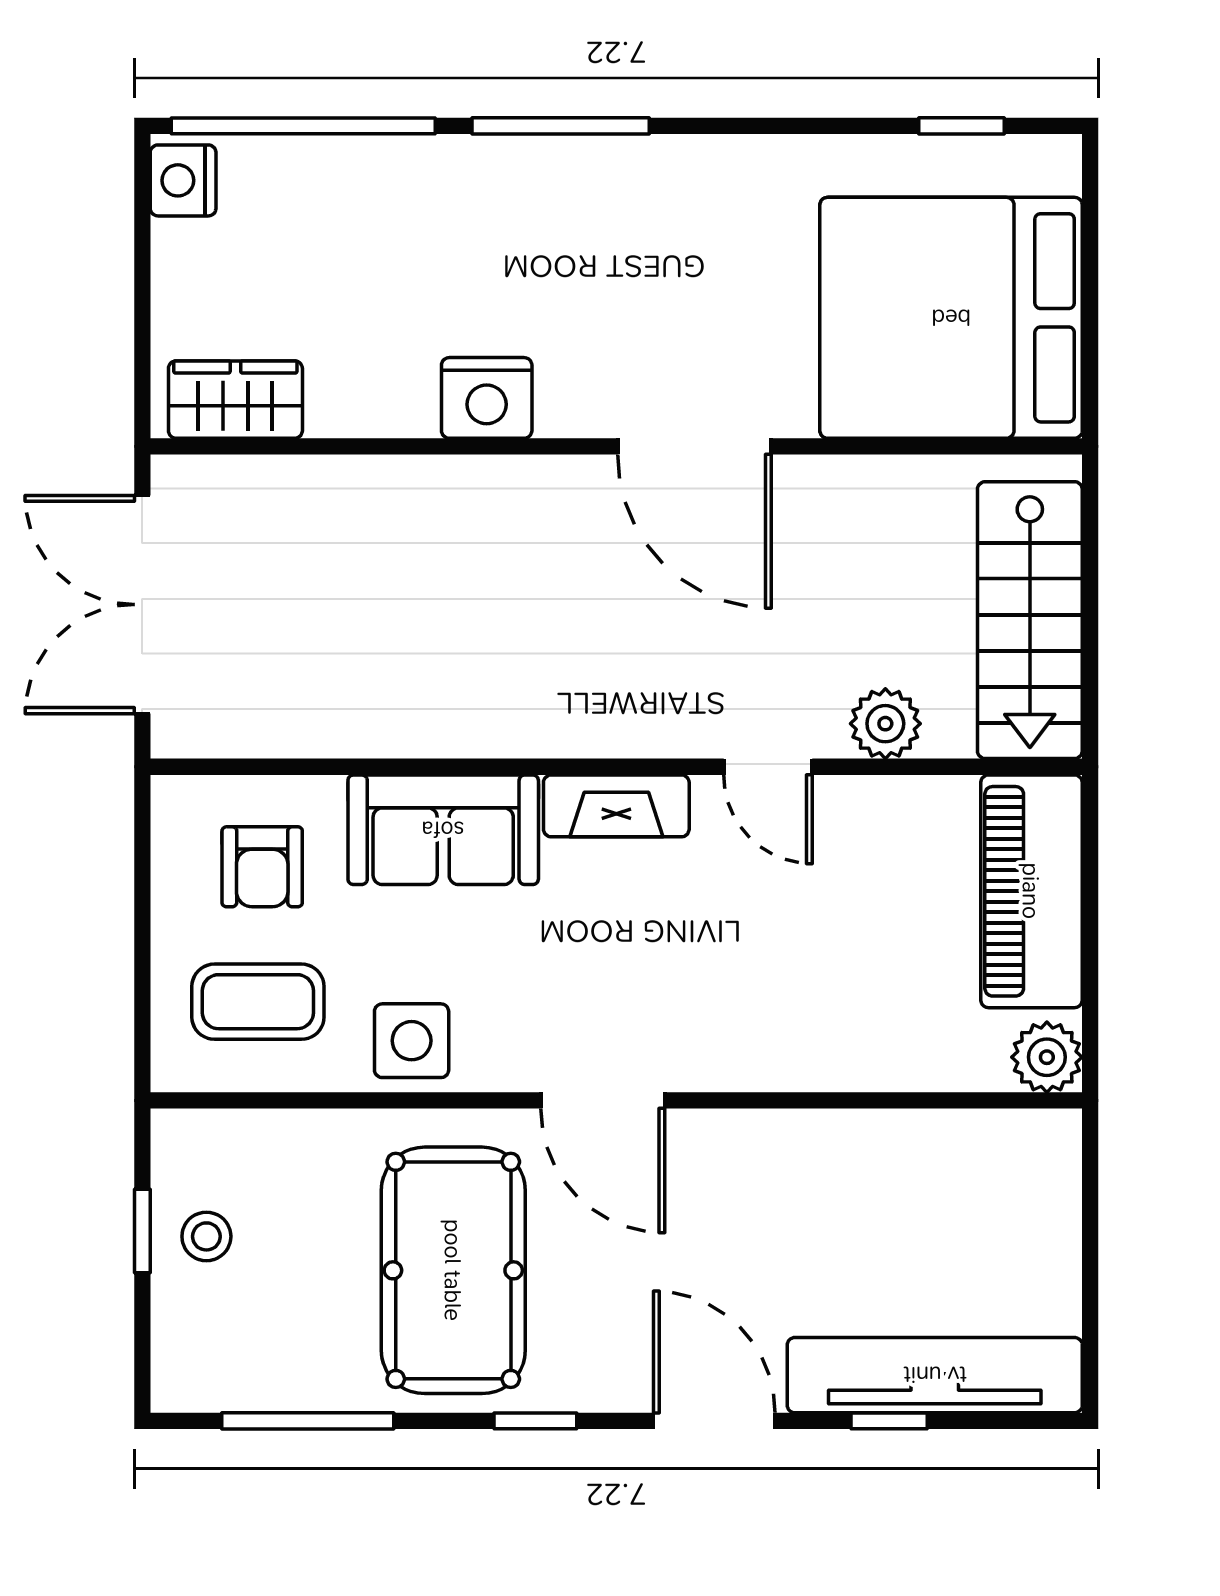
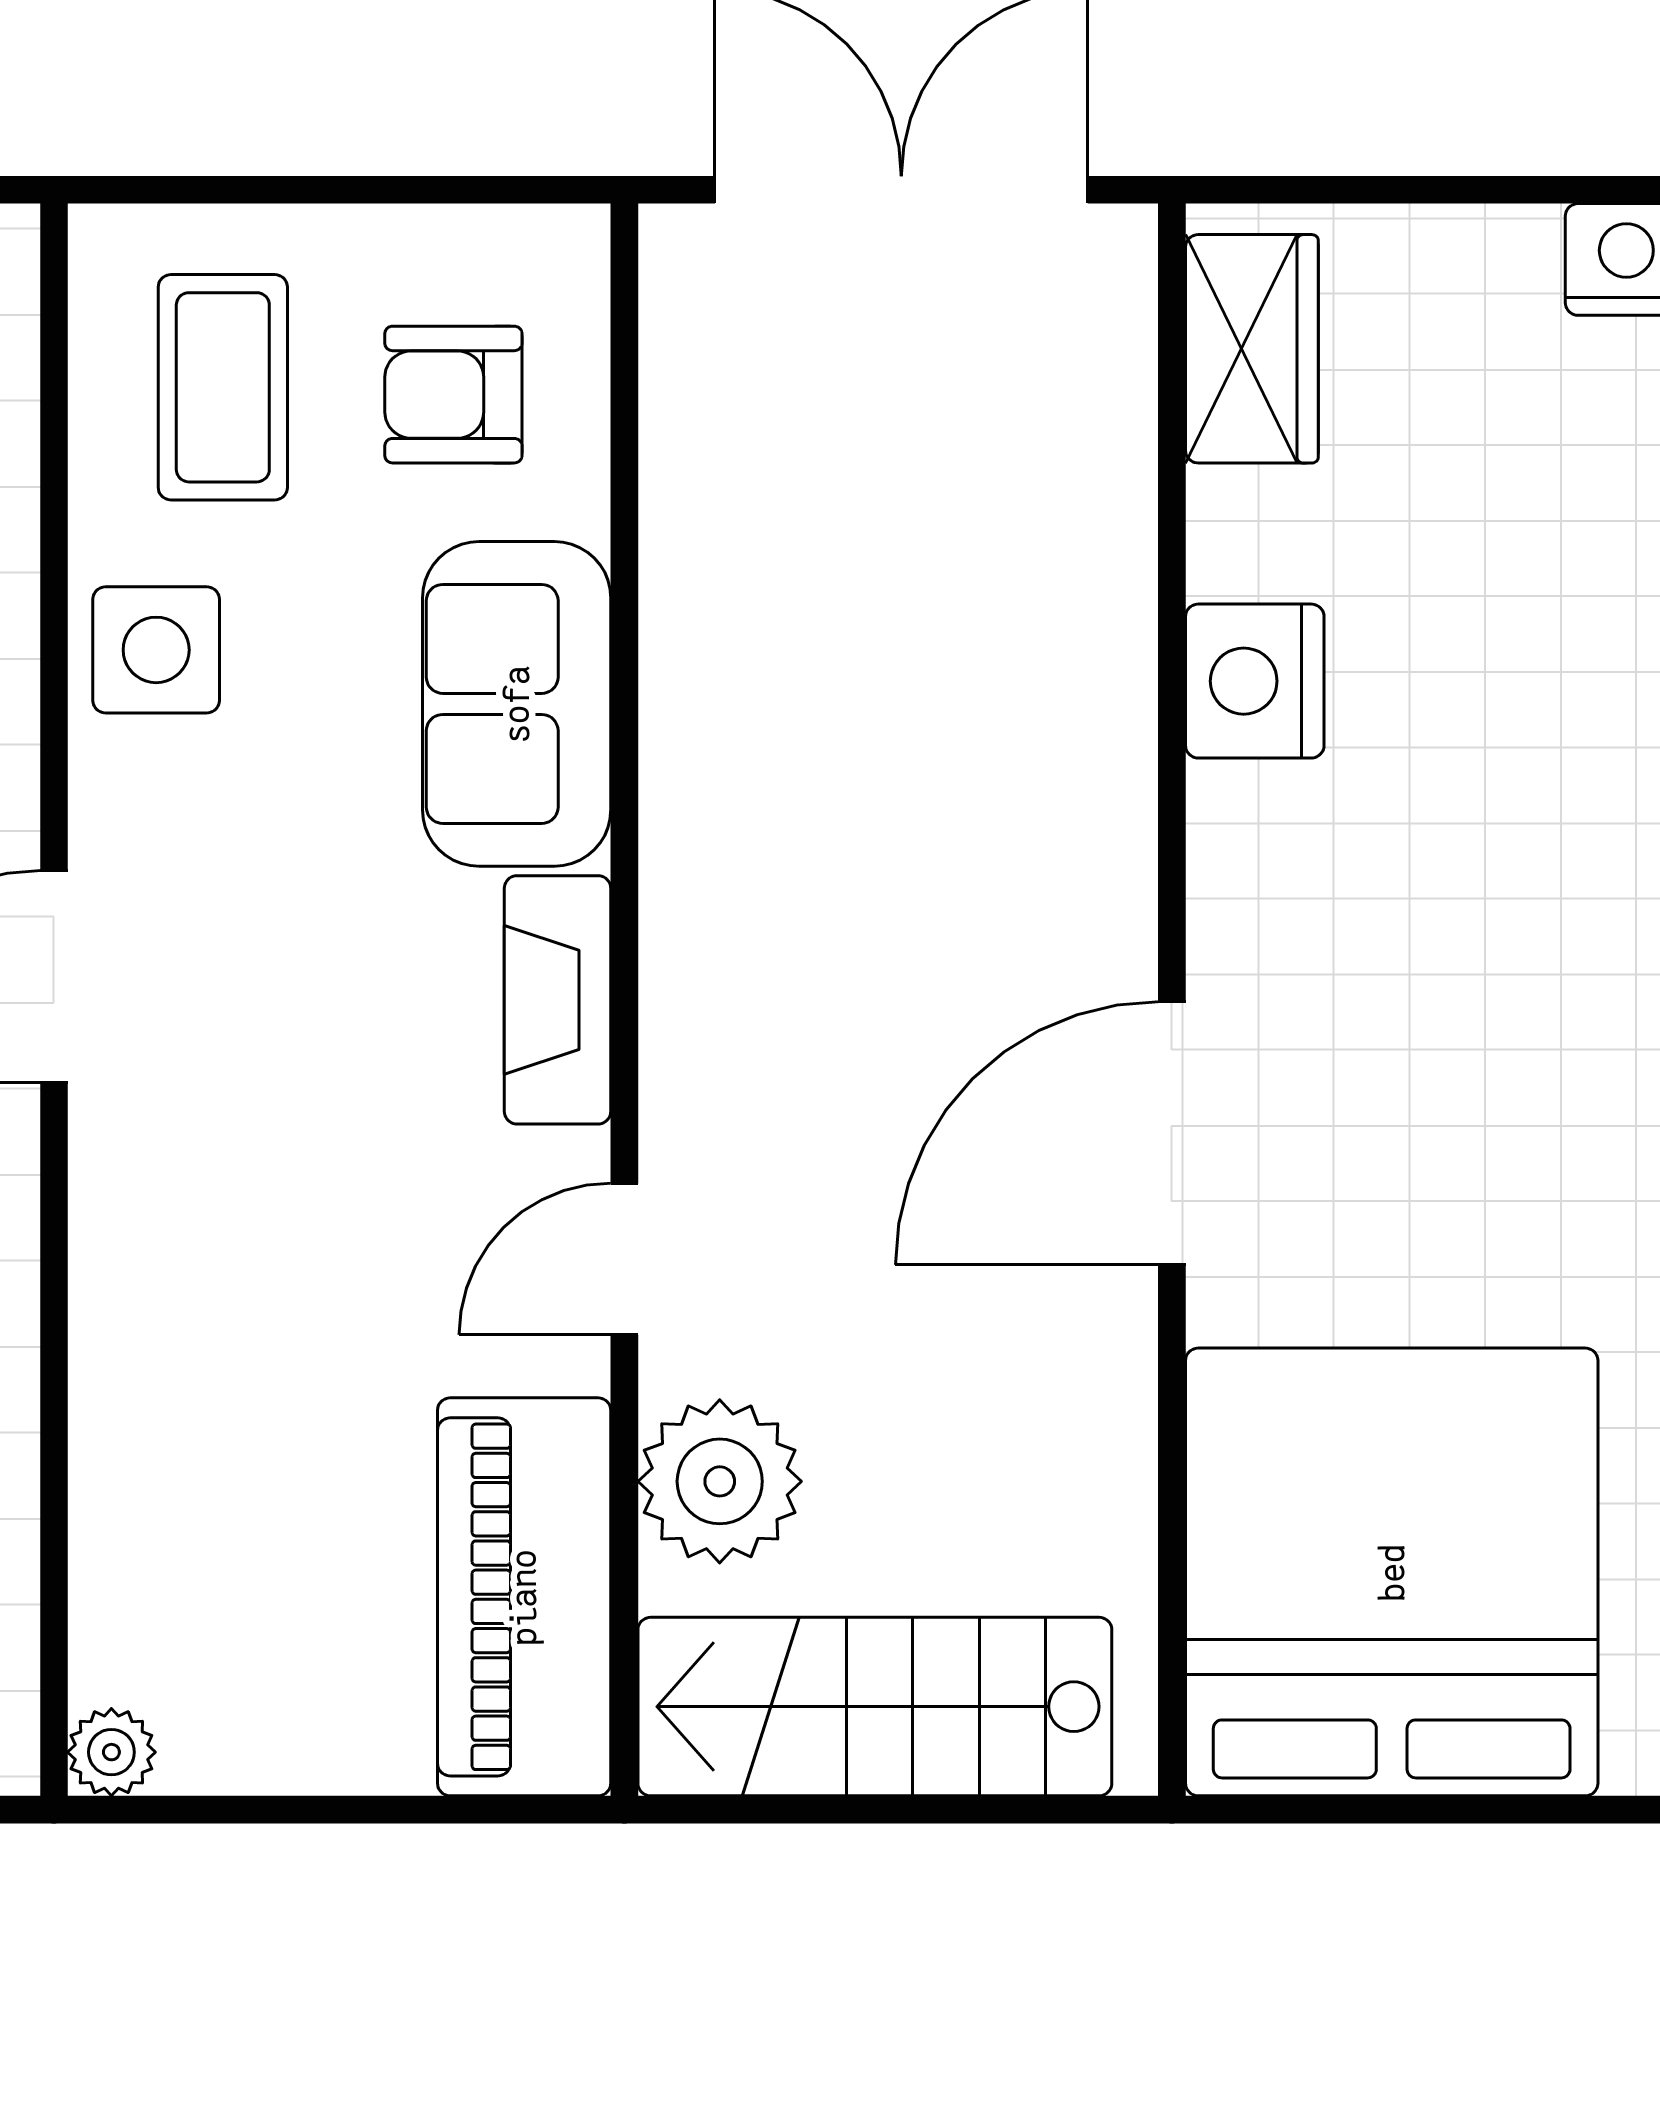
nightstand: (487, 398) -> (1255, 681), moved
plant: (885, 724) -> (720, 1481), width x1.36, depth x1.36
piano: (1031, 891) -> (524, 1597), moved, turned -90
plant: (1047, 1057) -> (111, 1752), width x0.73, depth x0.73

